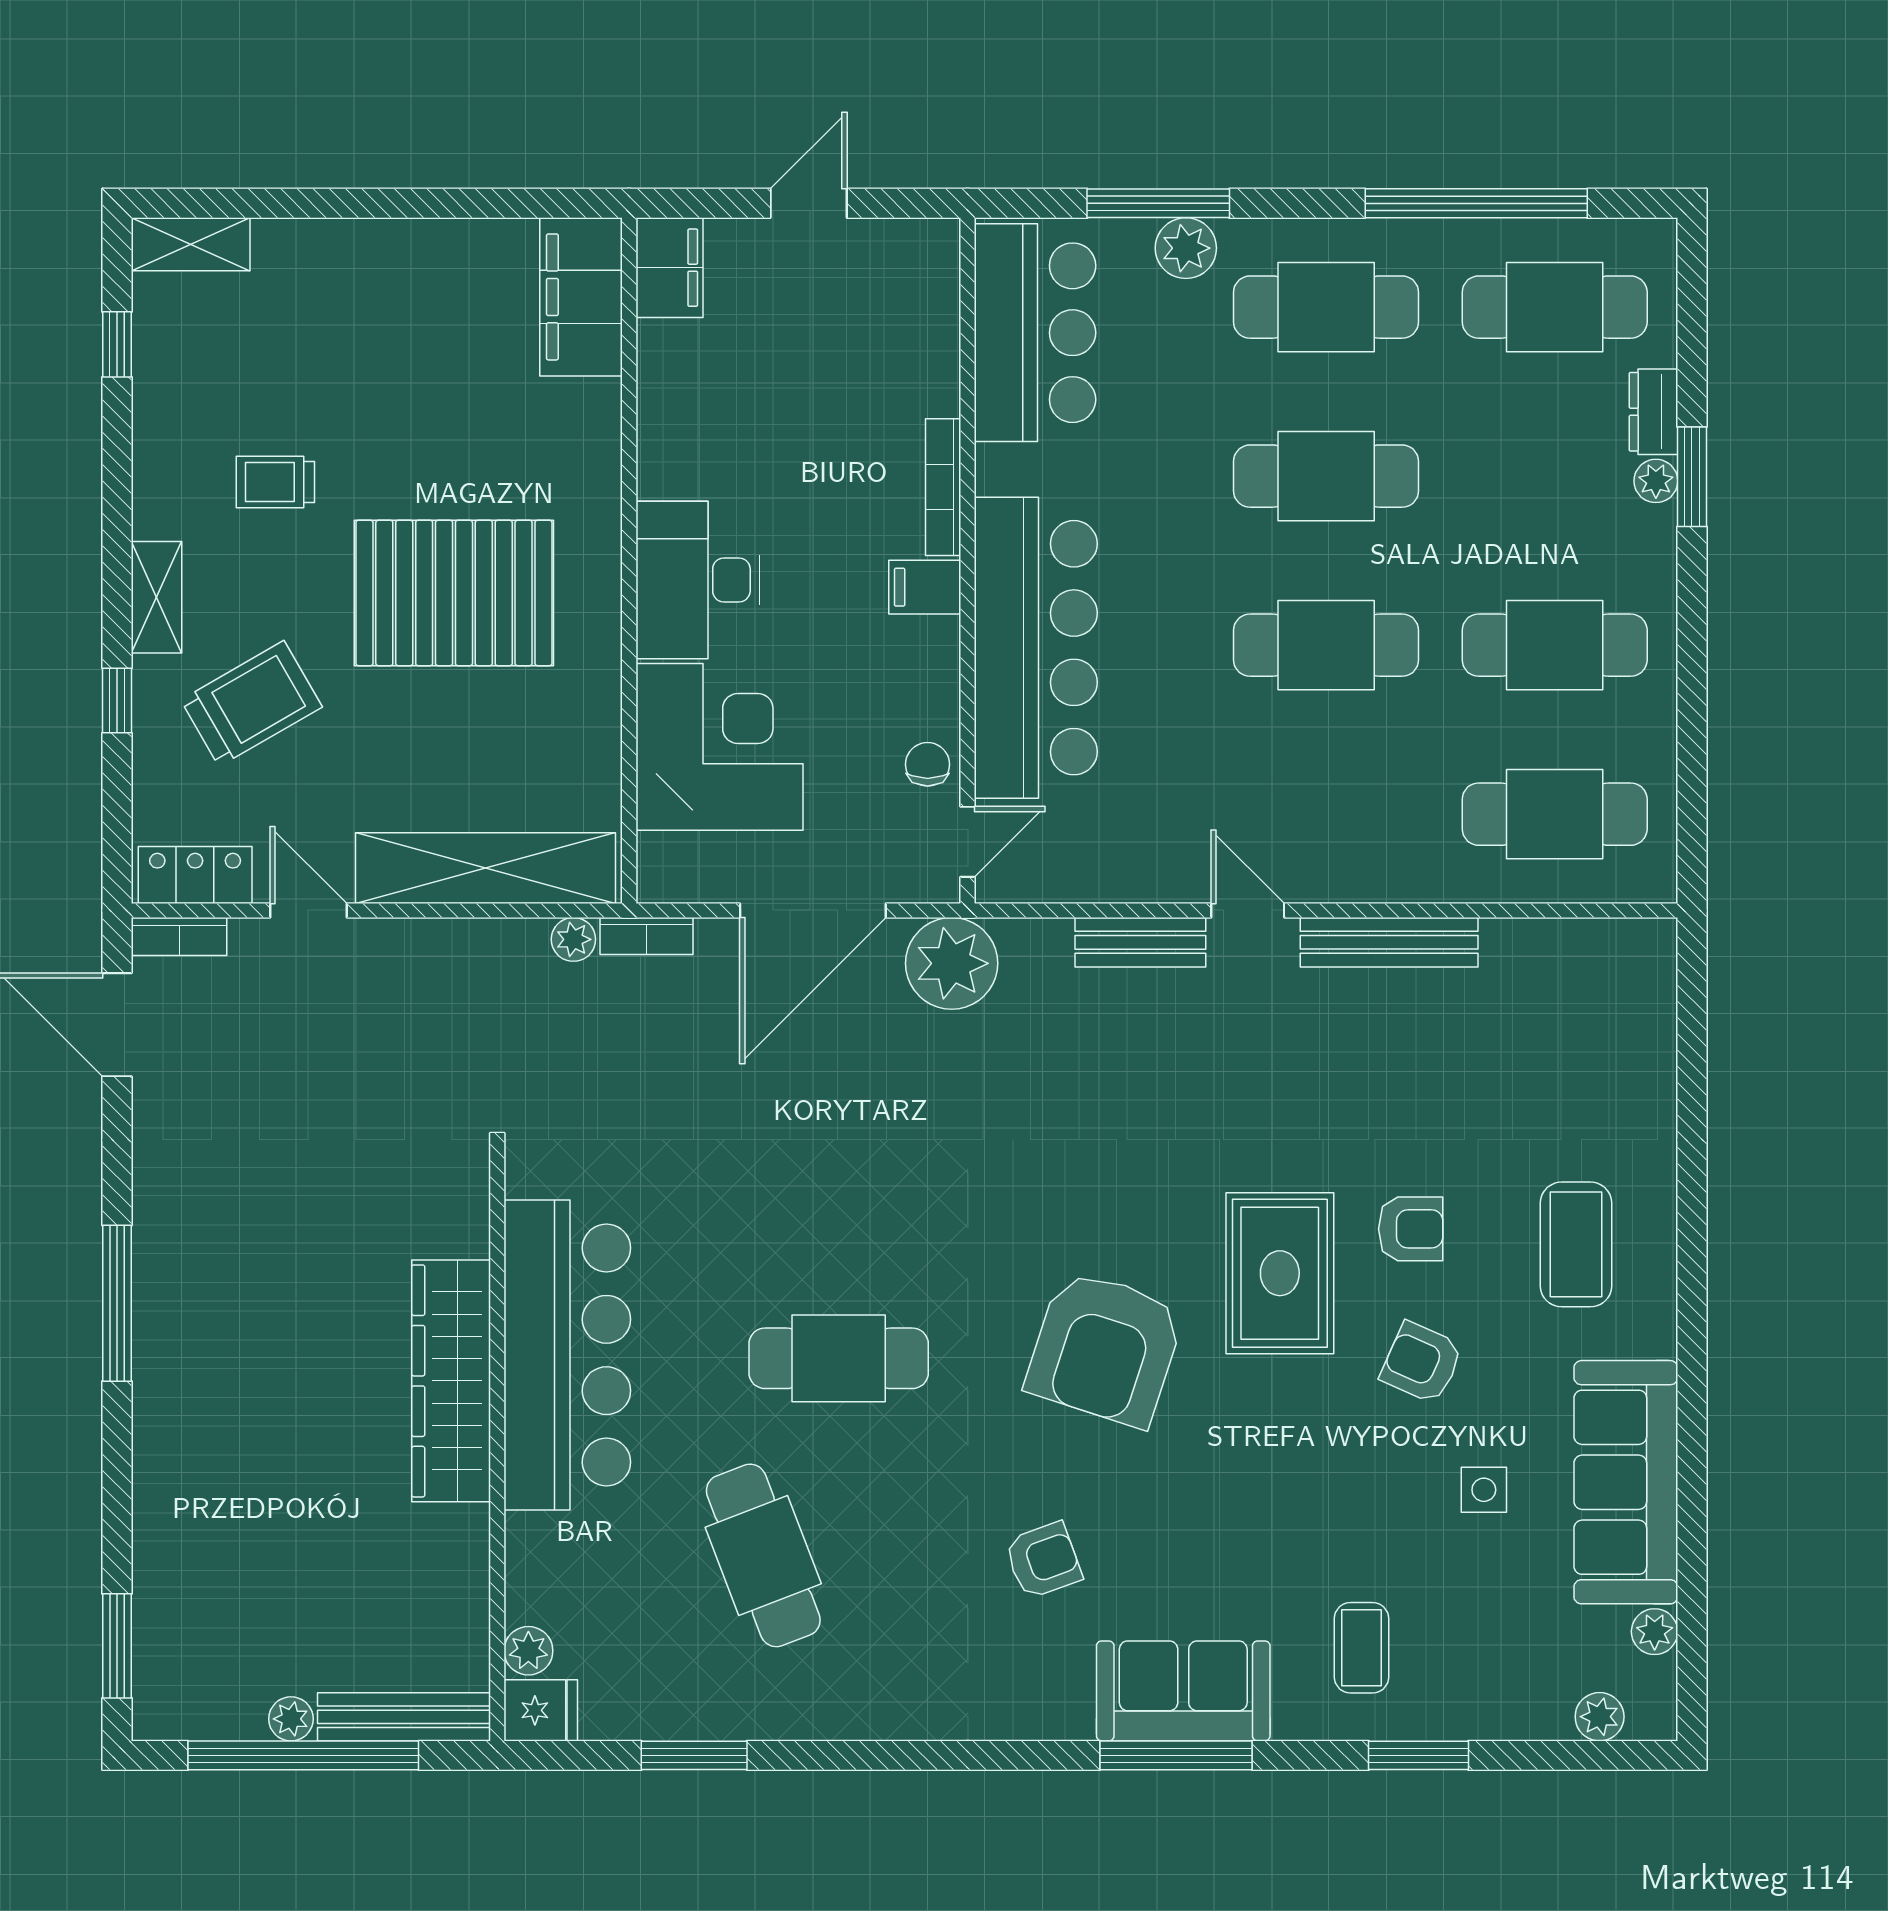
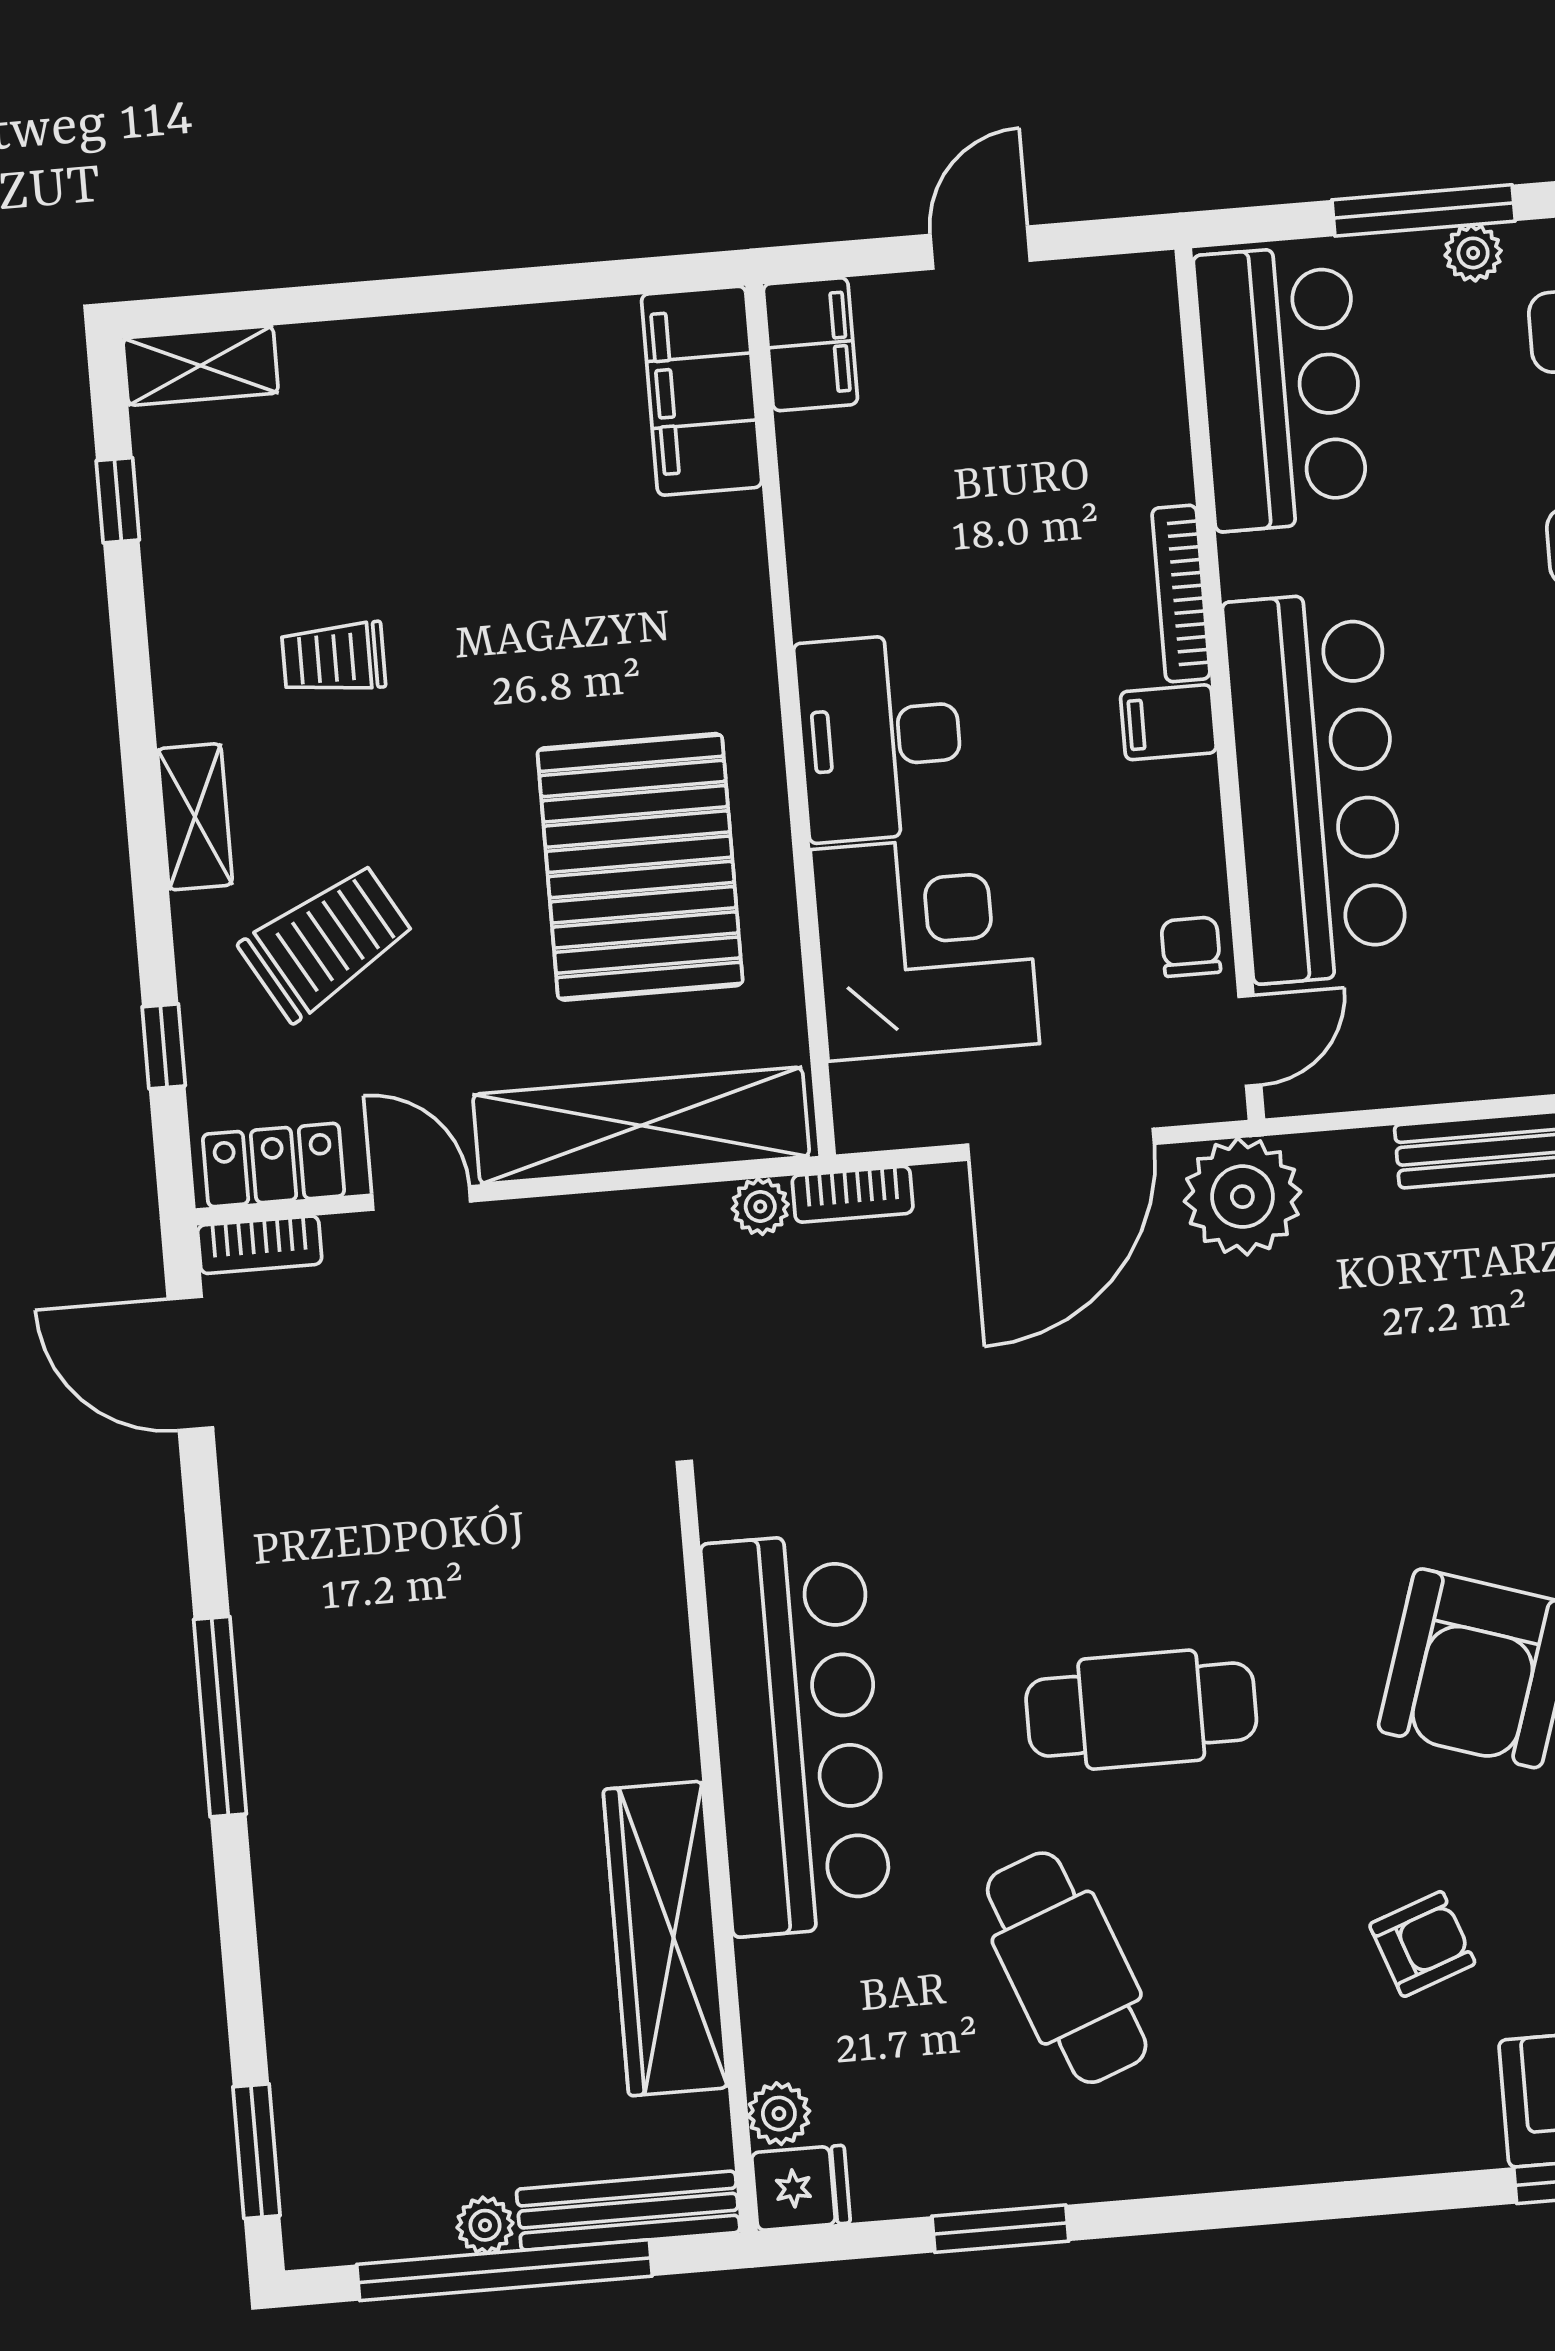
plant: (1186, 248) -> (1473, 253), width x0.73, depth x0.73
pallet: (454, 593) -> (640, 867), moved, turned 90
window: (117, 701) -> (164, 1046), moved
wardrobe: (451, 1381) -> (666, 1938), moved

